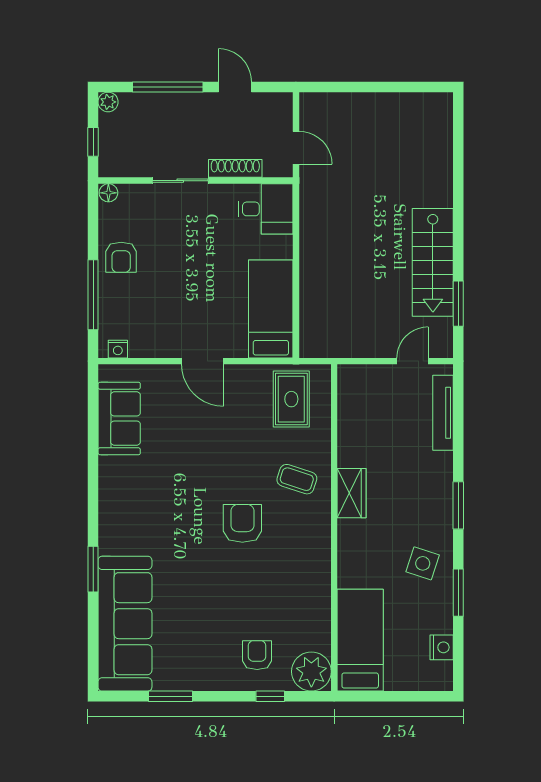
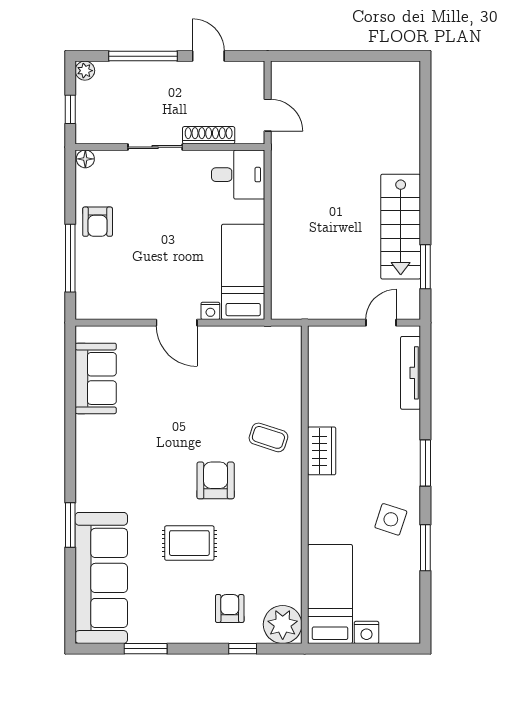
nightstand: (118, 349) -> (210, 311), moved
rug: (291, 399) -> (189, 543), moved, turned 90
nightstand: (442, 647) -> (367, 632), moved, turned 90

